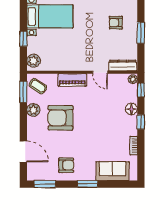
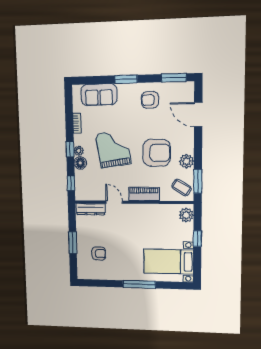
plant: (133, 79) -> (79, 151), moved
grand piano: (100, 122) -> (113, 149), added

